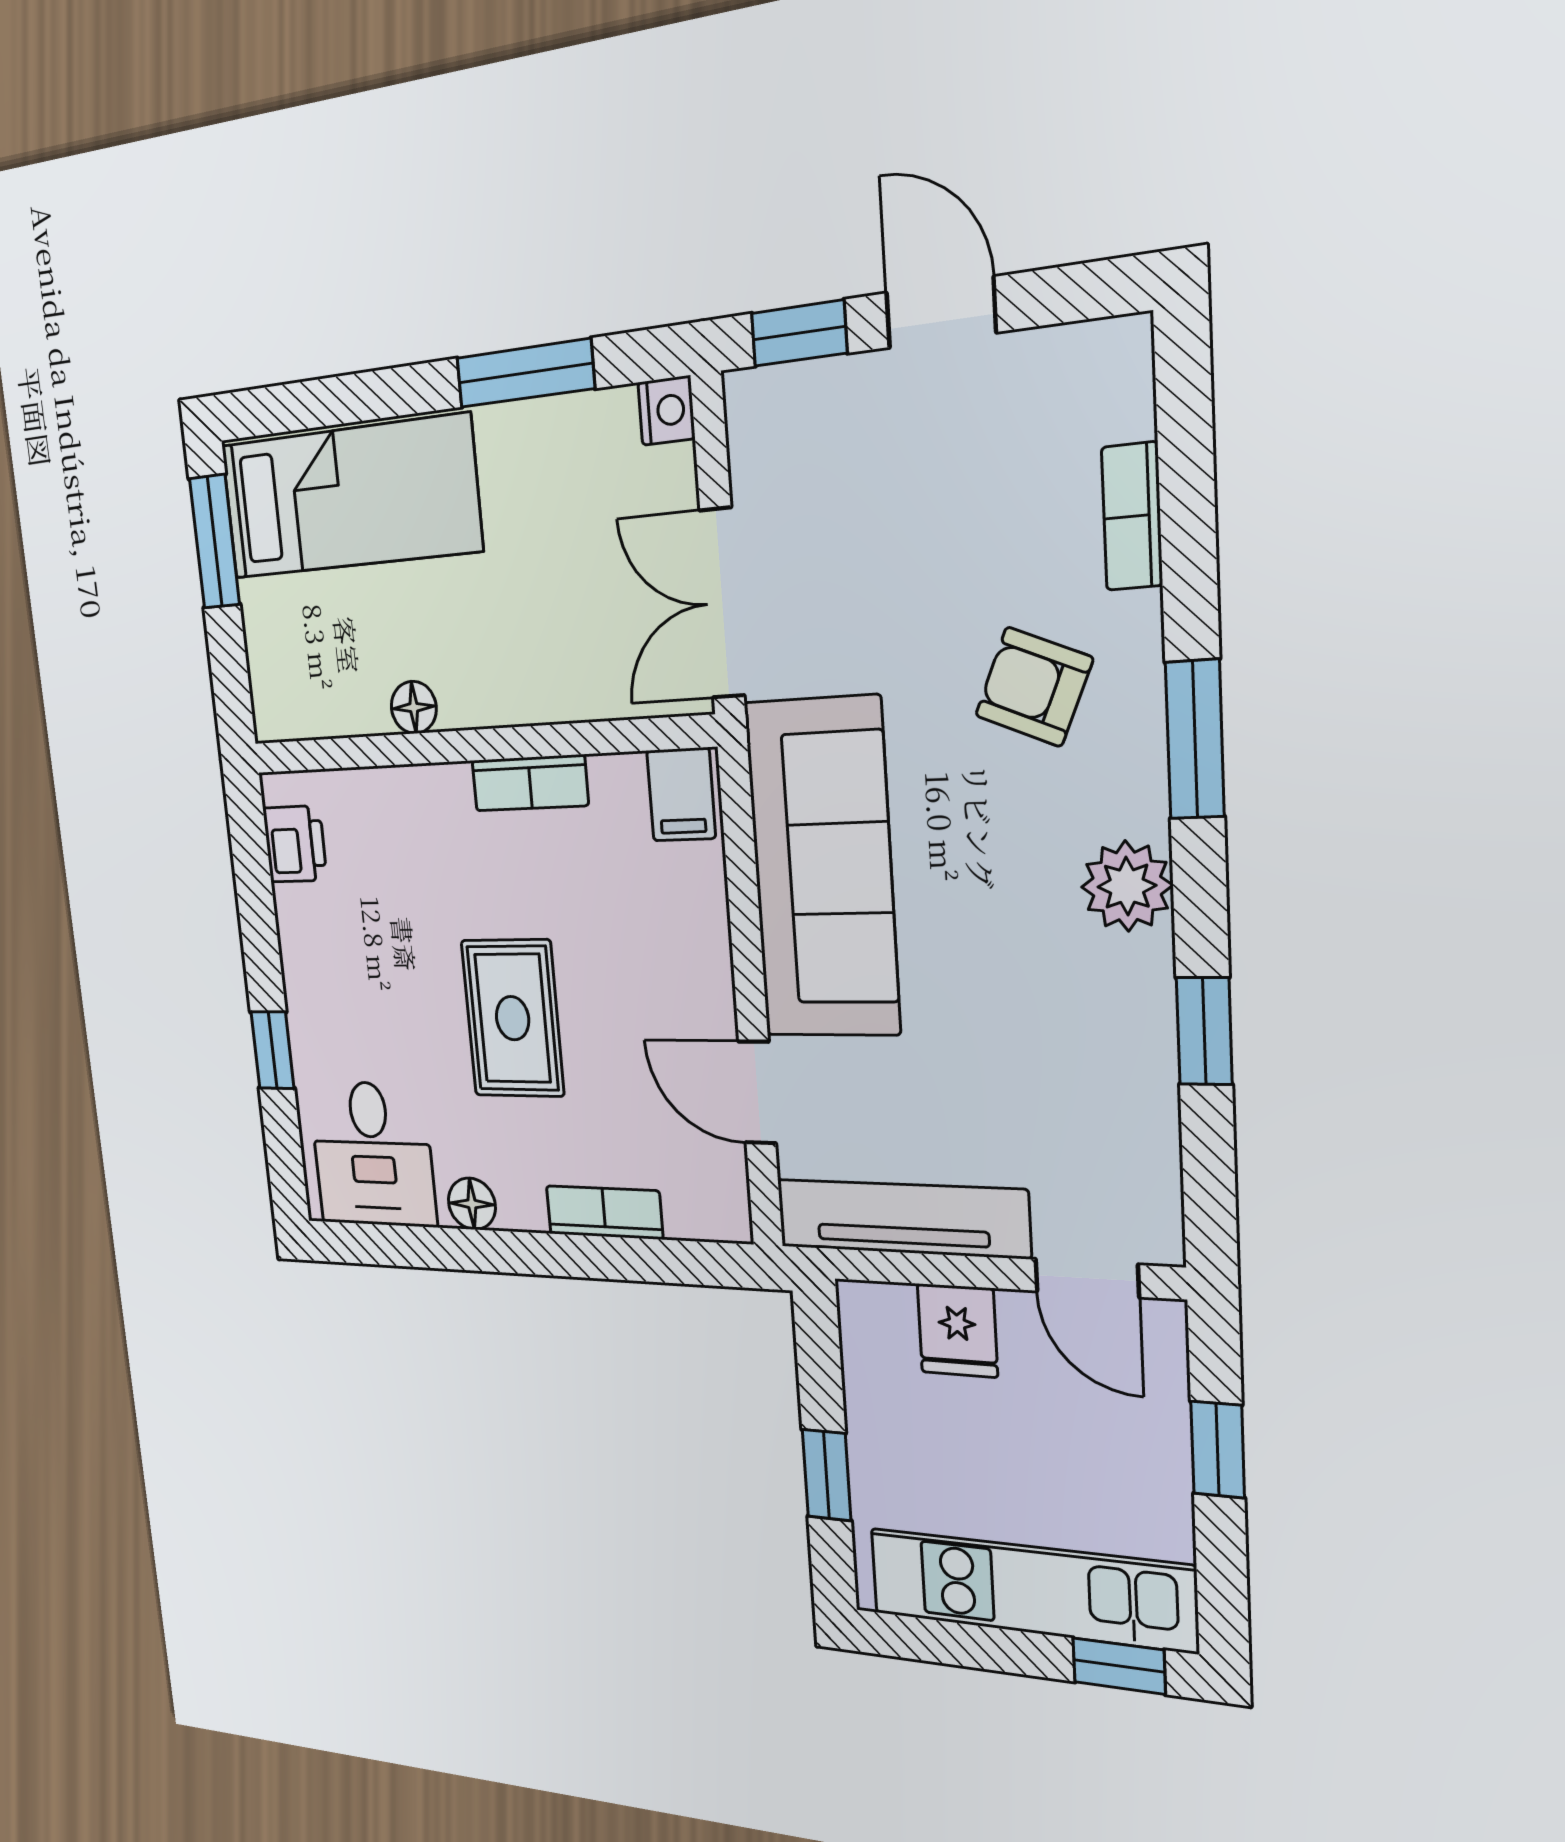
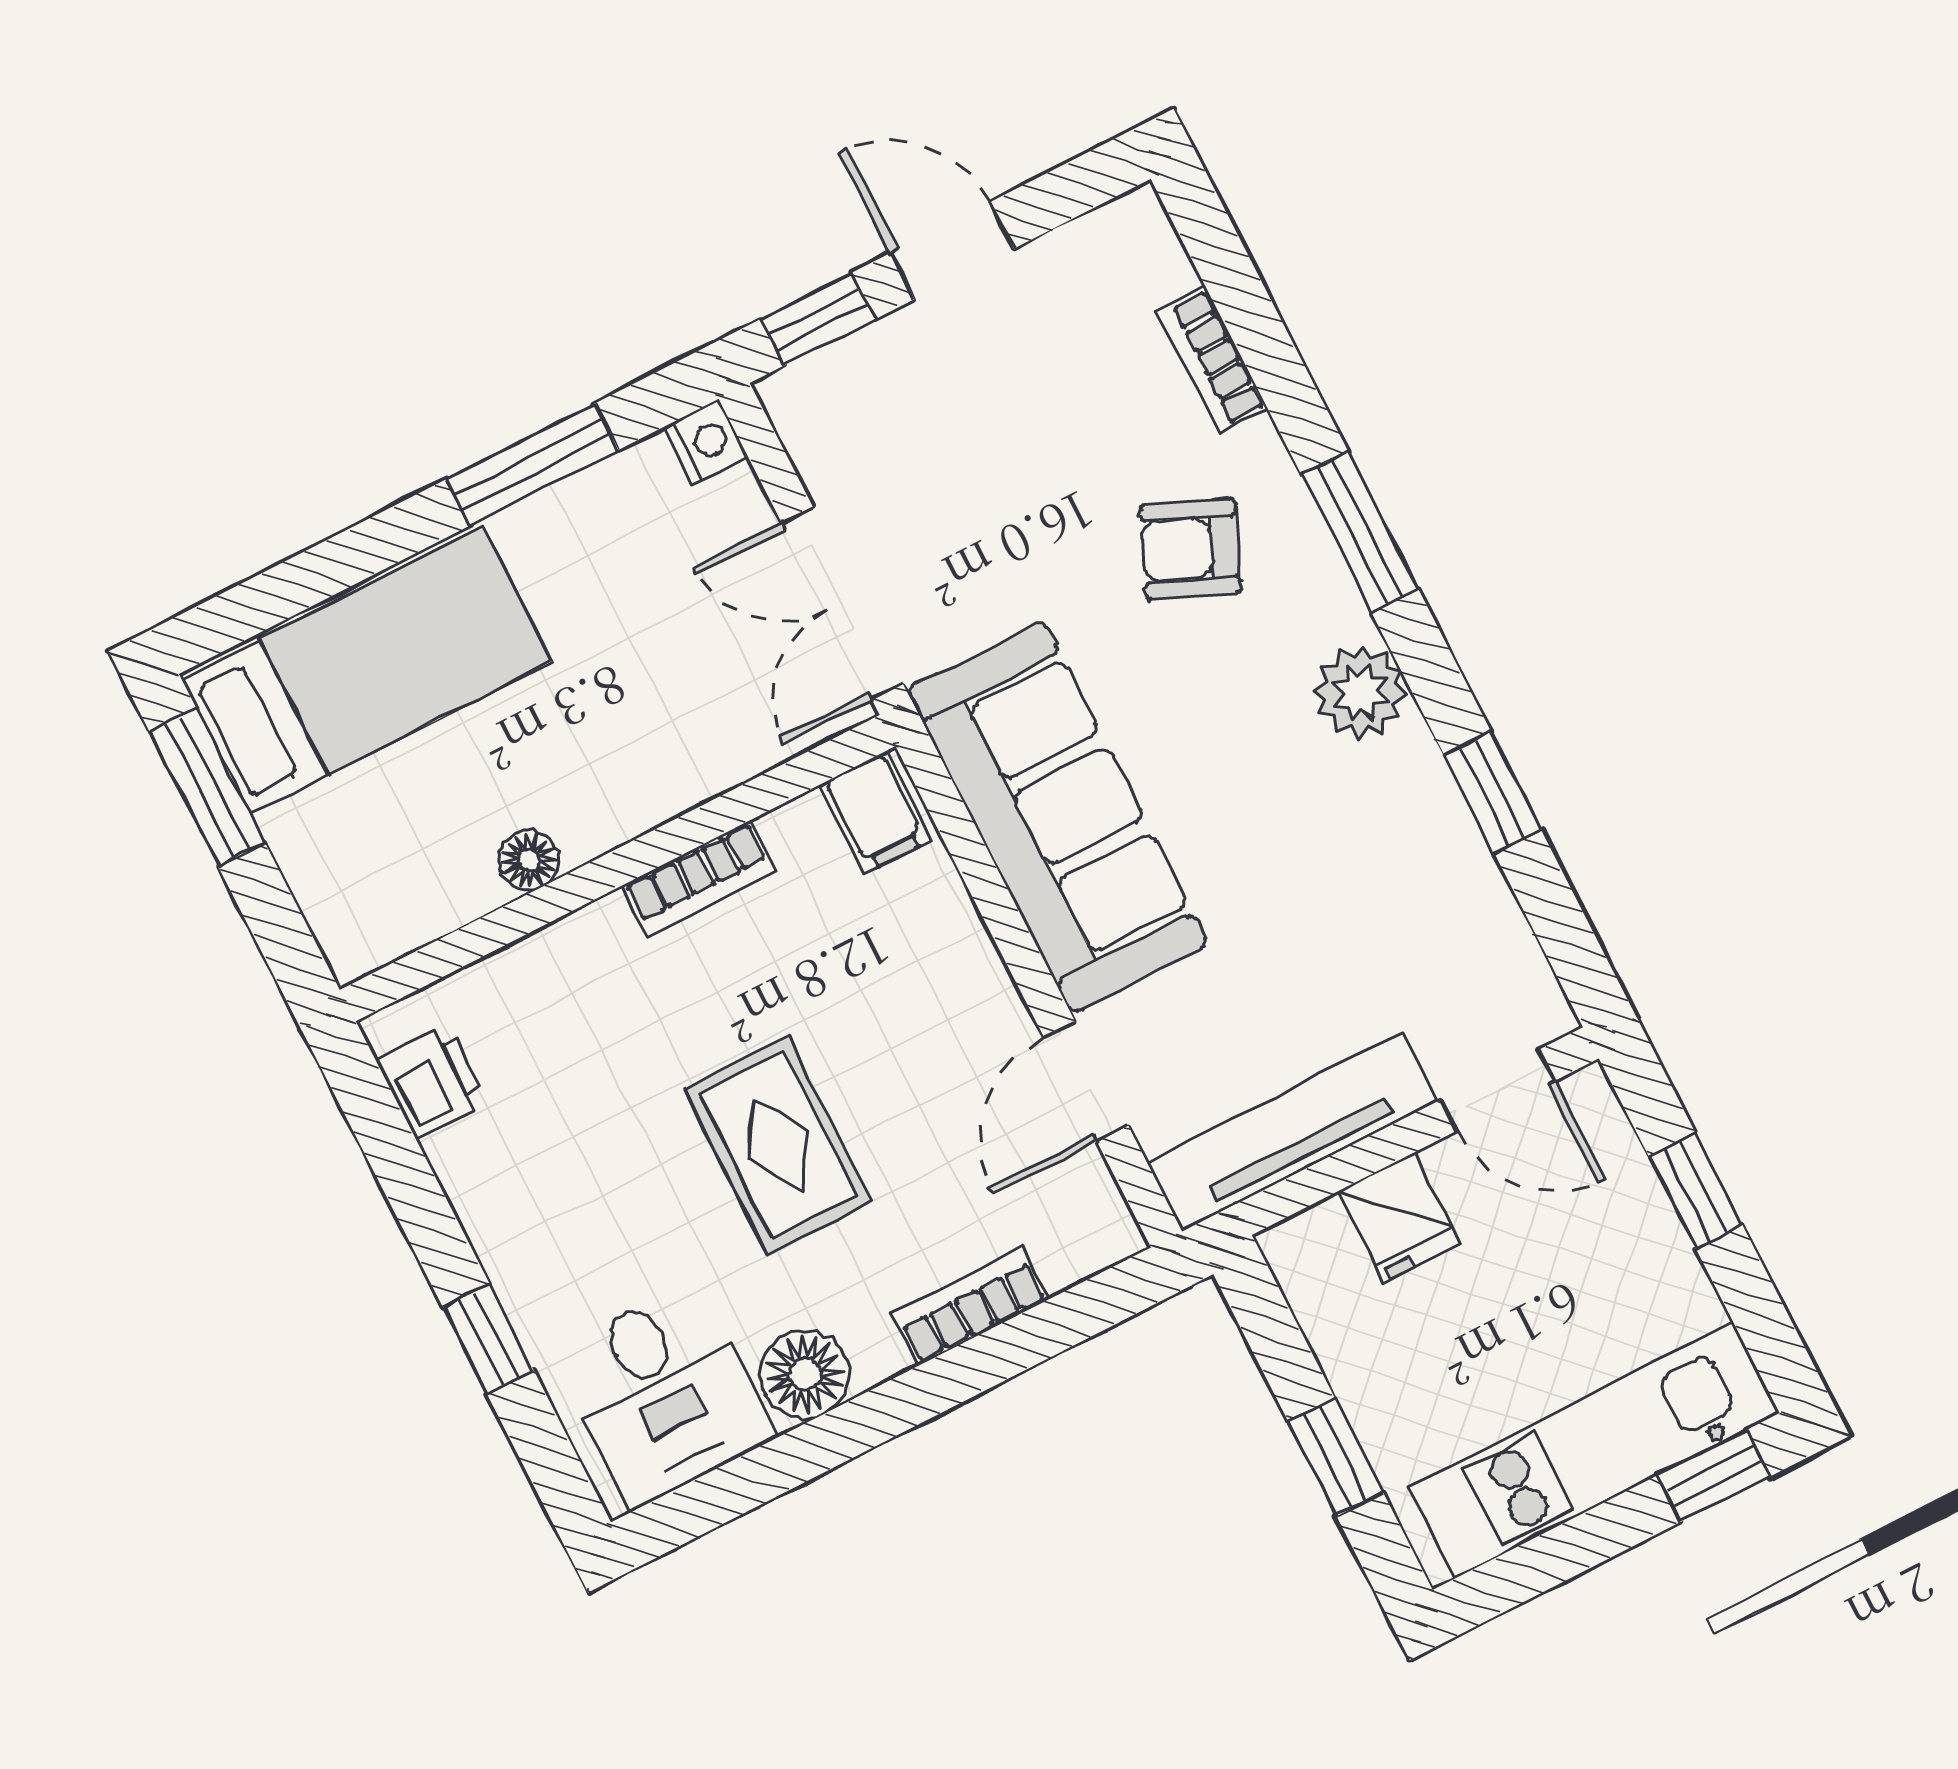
door: (757, 1092) -> (1086, 1082), hinge flipped
floor lamp: (472, 1204) -> (805, 1374), width x1.37, depth x1.37

